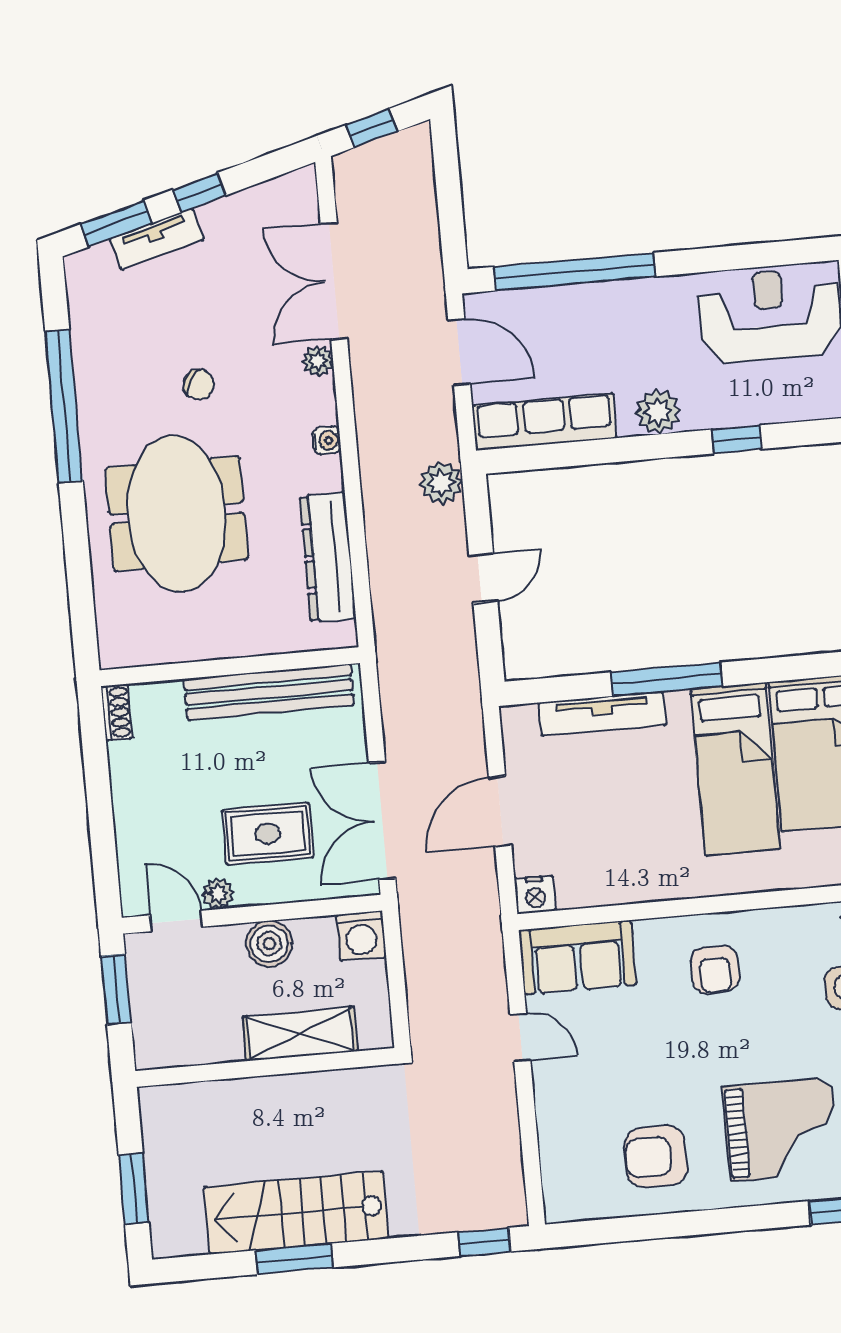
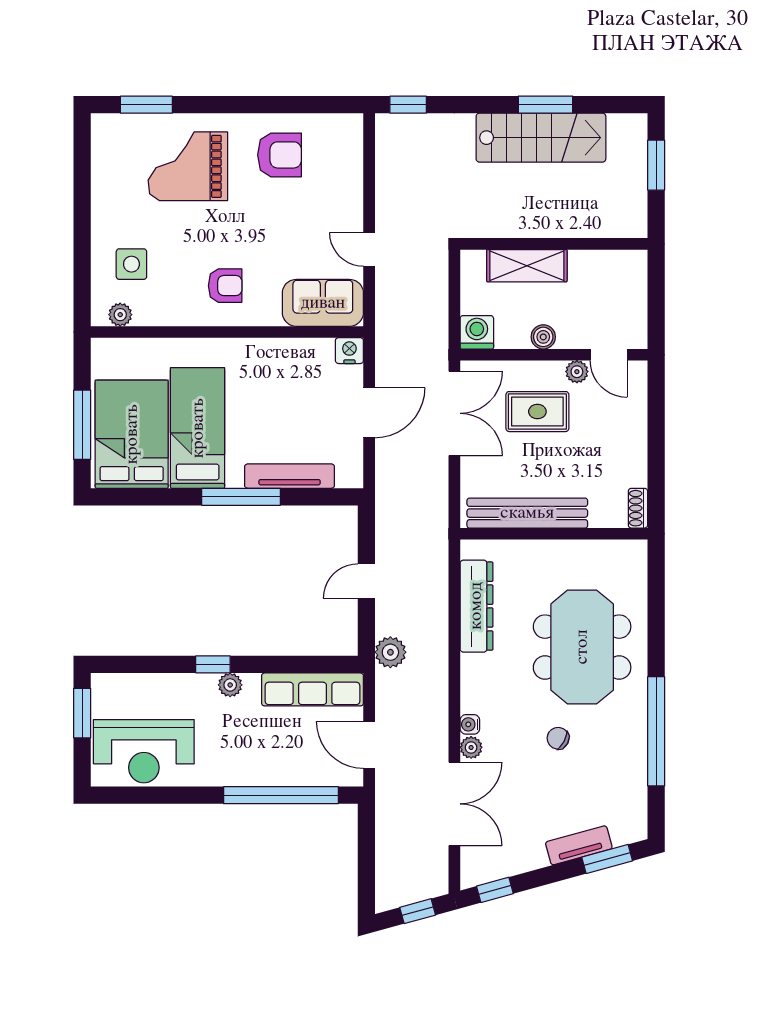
window: (199, 193) -> (495, 890), moved
plant: (658, 412) -> (230, 685), width x0.73, depth x0.73
window: (737, 439) -> (213, 664), moved
water cooler: (327, 441) -> (470, 724), moved
boiler: (269, 944) -> (543, 337), width x0.73, depth x0.73
armchair: (715, 969) -> (225, 286), turned 90
window: (116, 989) -> (656, 310), removed

